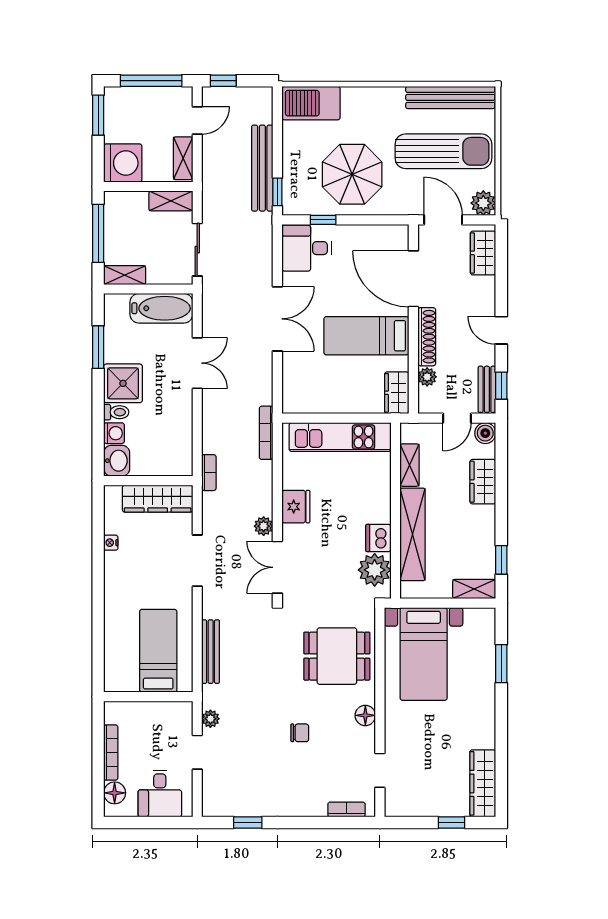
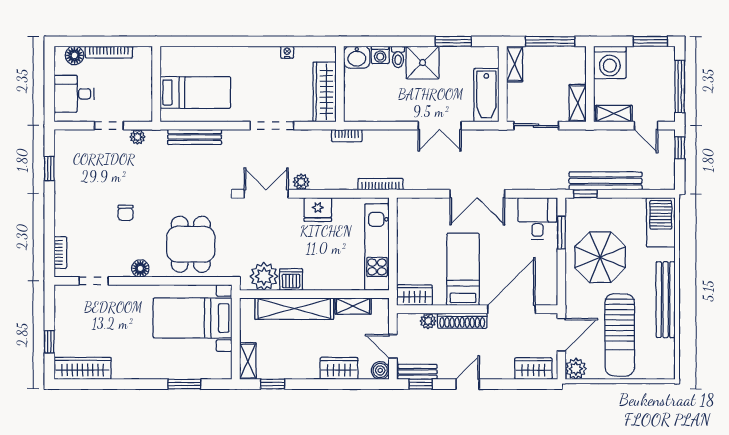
bench: (450, 97) -> (666, 300), moved
window: (323, 220) -> (561, 233), width x1.50

